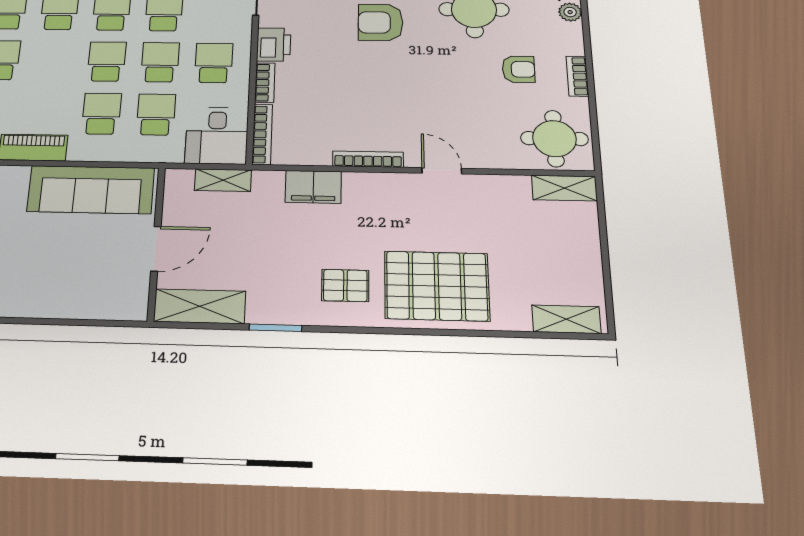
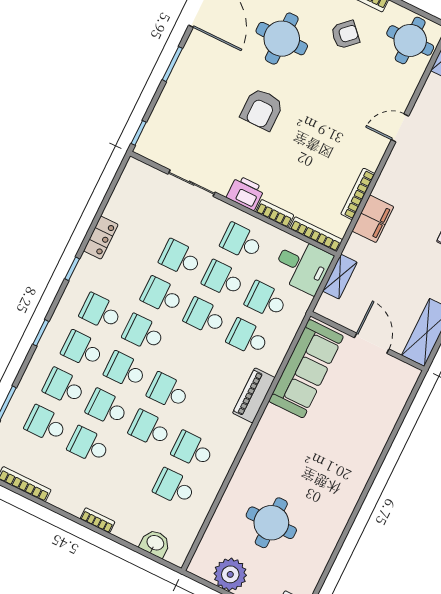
armchair: (518, 69) -> (345, 35), turned 47
bookcase: (368, 159) -> (358, 194), moved

